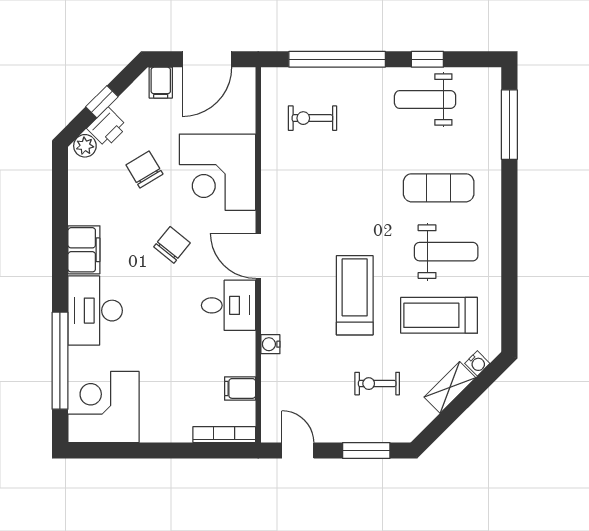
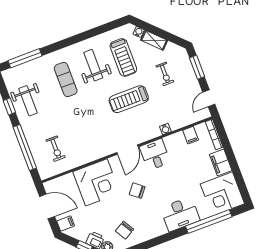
chair: (144, 169) -> (124, 230), moved
filing cabinet: (84, 250) -> (221, 163), moved, turned -90

